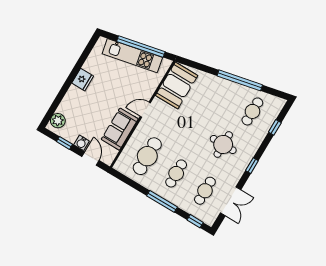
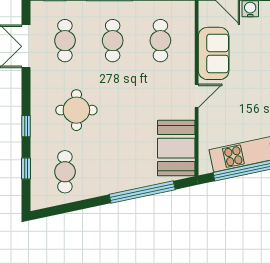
window: (240, 80) -> (142, 192), moved
cafe table: (147, 156) -> (160, 41), width x0.73, depth x0.74
window: (252, 166) -> (26, 126), moved

